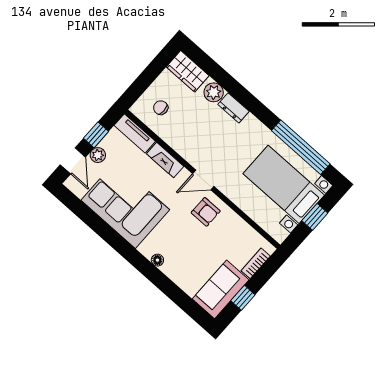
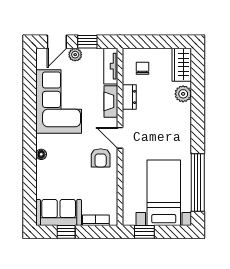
dresser: (234, 108) -> (129, 97), moved, turned 180
window: (315, 217) -> (144, 232), moved

